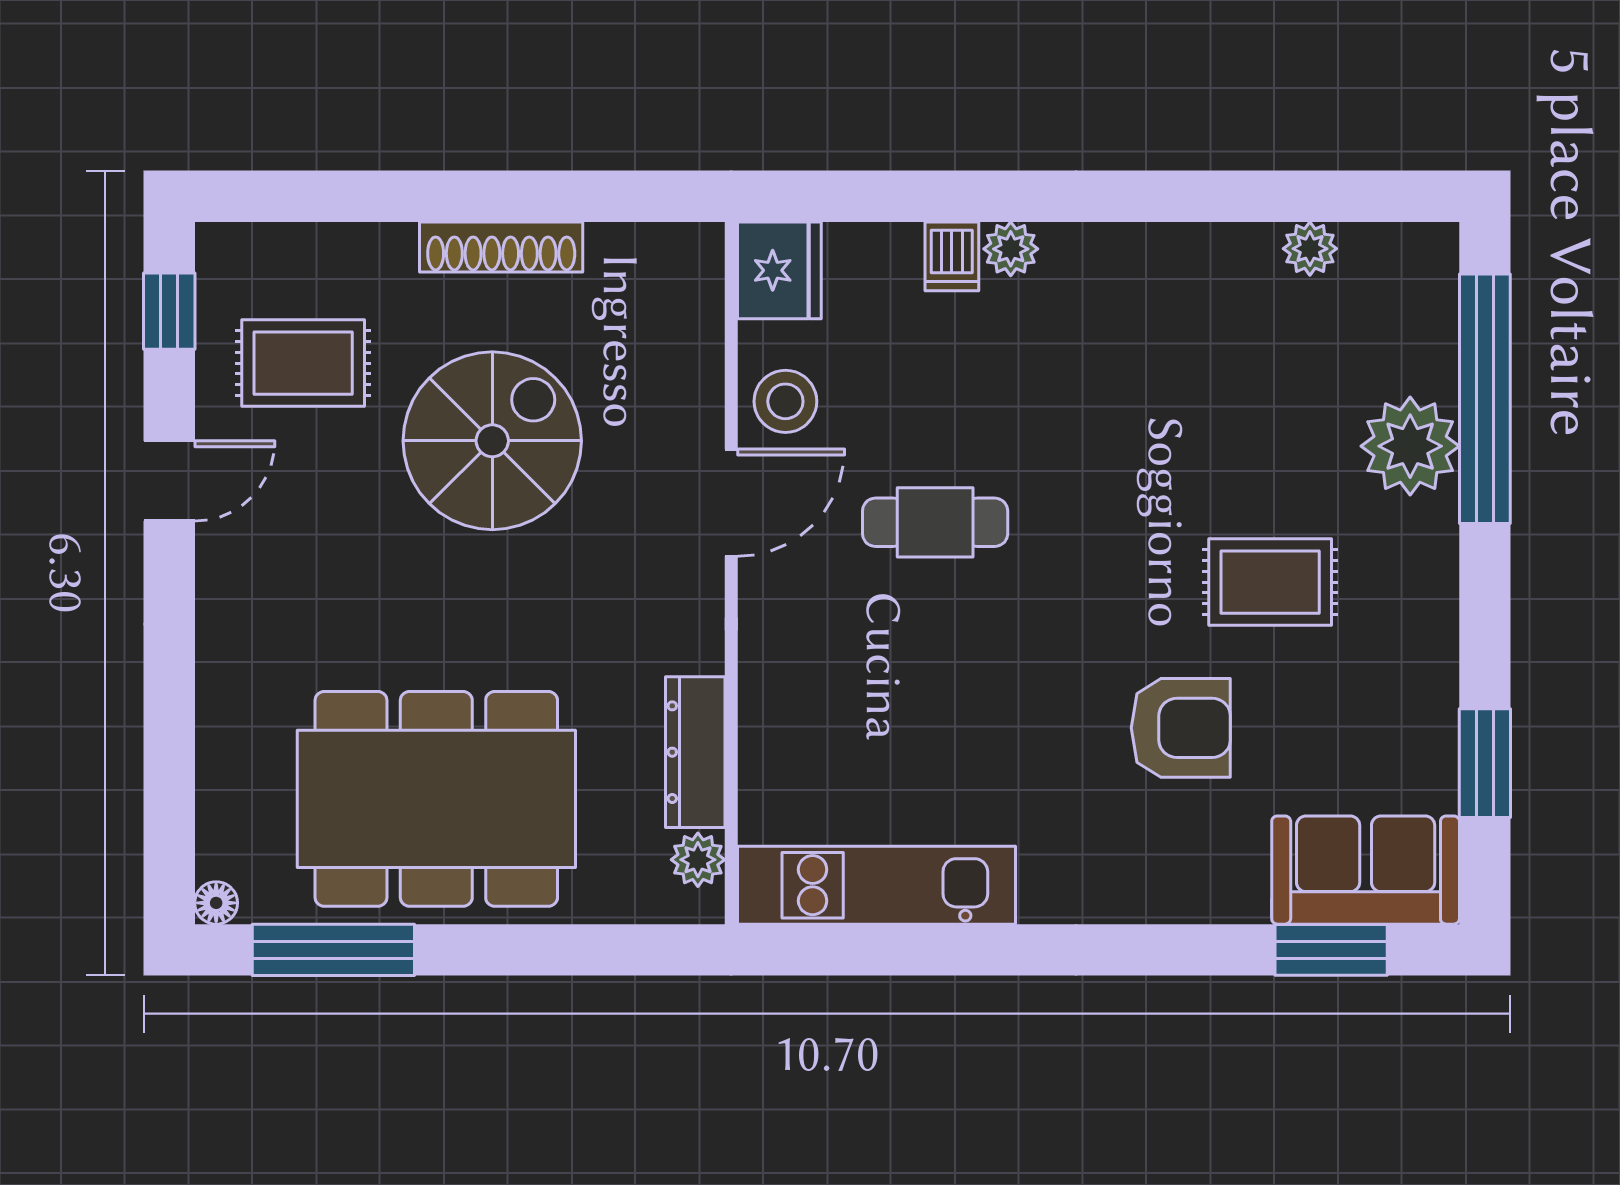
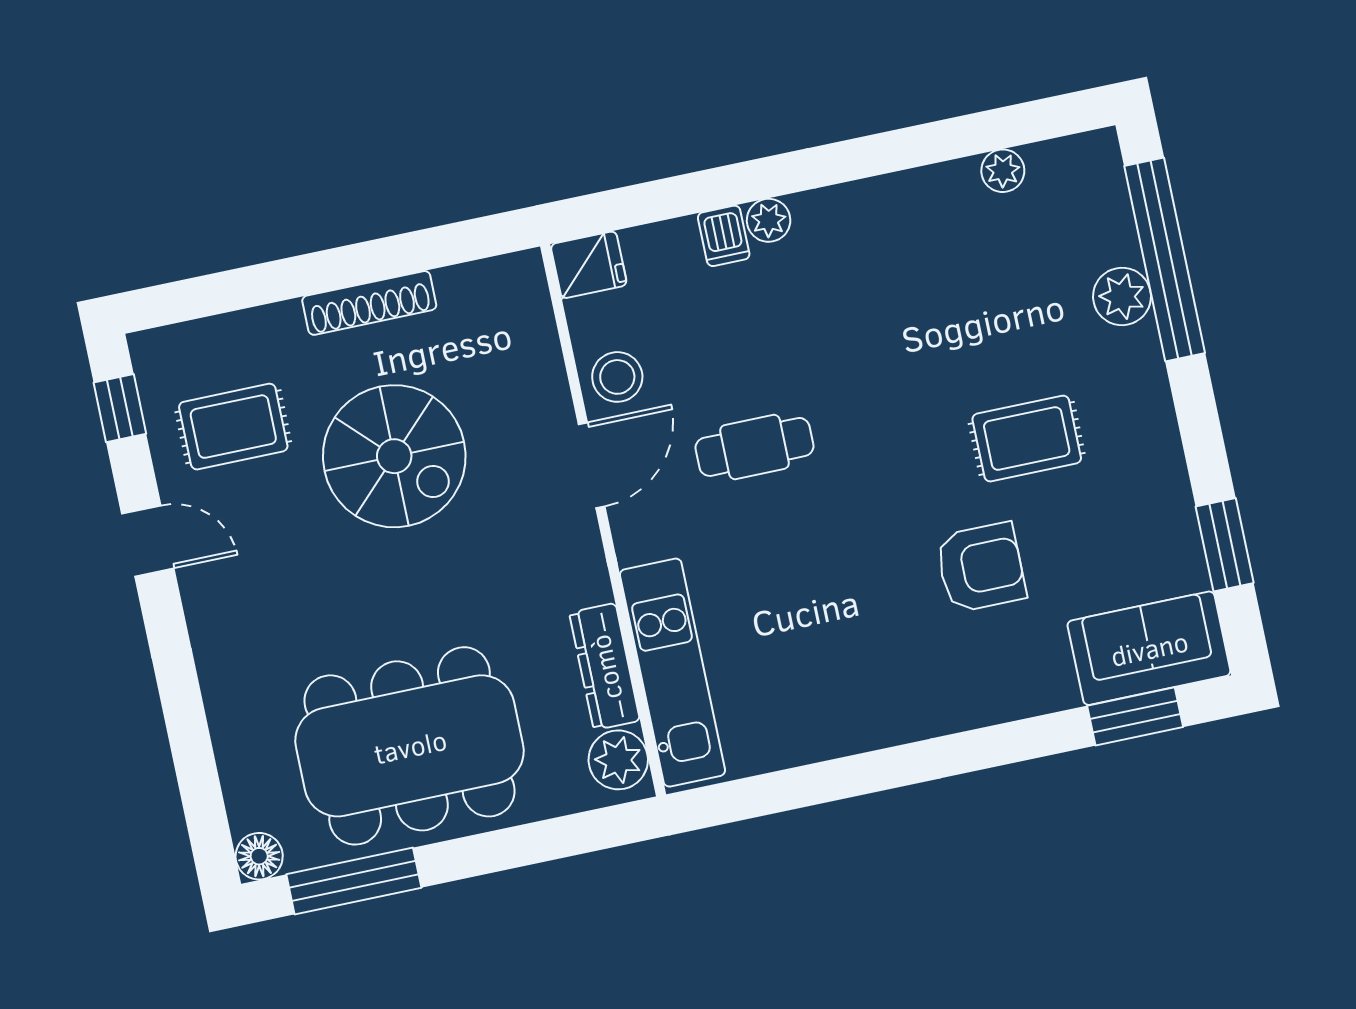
fridge: (779, 270) -> (589, 265), width x0.72
spiral stairs: (492, 441) -> (394, 456), turned 90
plant: (1410, 446) -> (1122, 296), width x0.73, depth x0.73
door: (169, 481) -> (148, 541), hinge flipped
plant: (698, 860) -> (618, 760), width x1.38, depth x1.38
kitchen unit: (876, 885) -> (672, 673), moved, turned 90
floor lamp: (216, 903) -> (259, 856), width x1.37, depth x1.37

